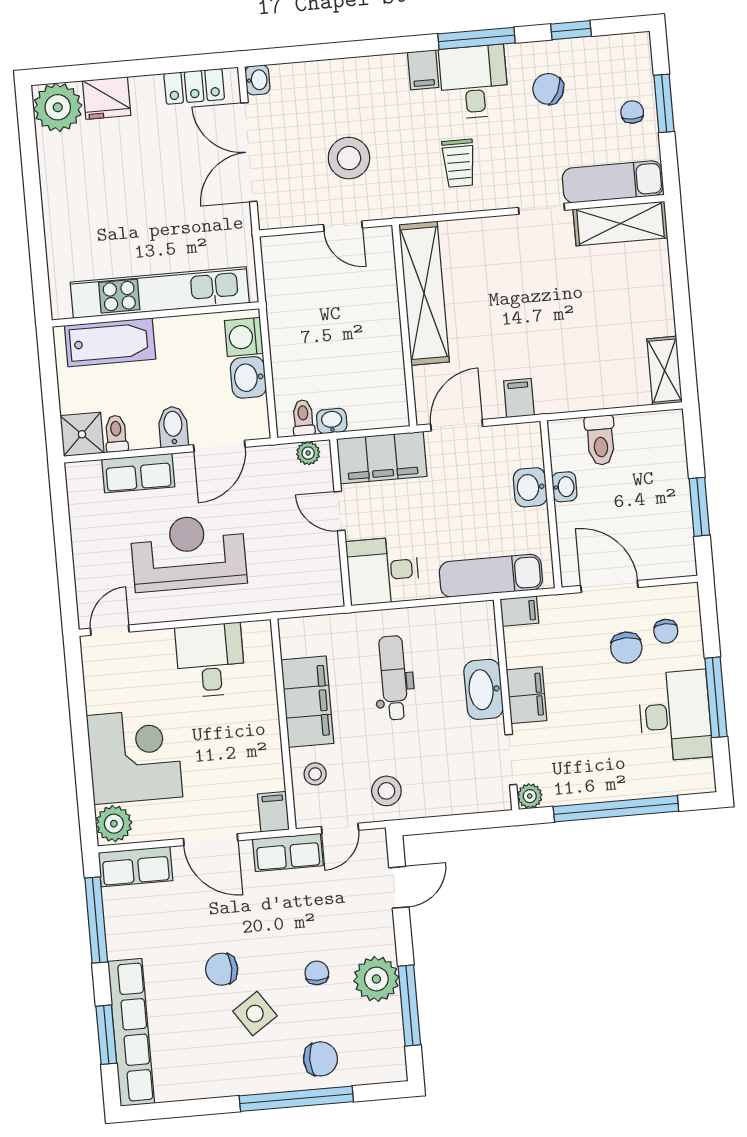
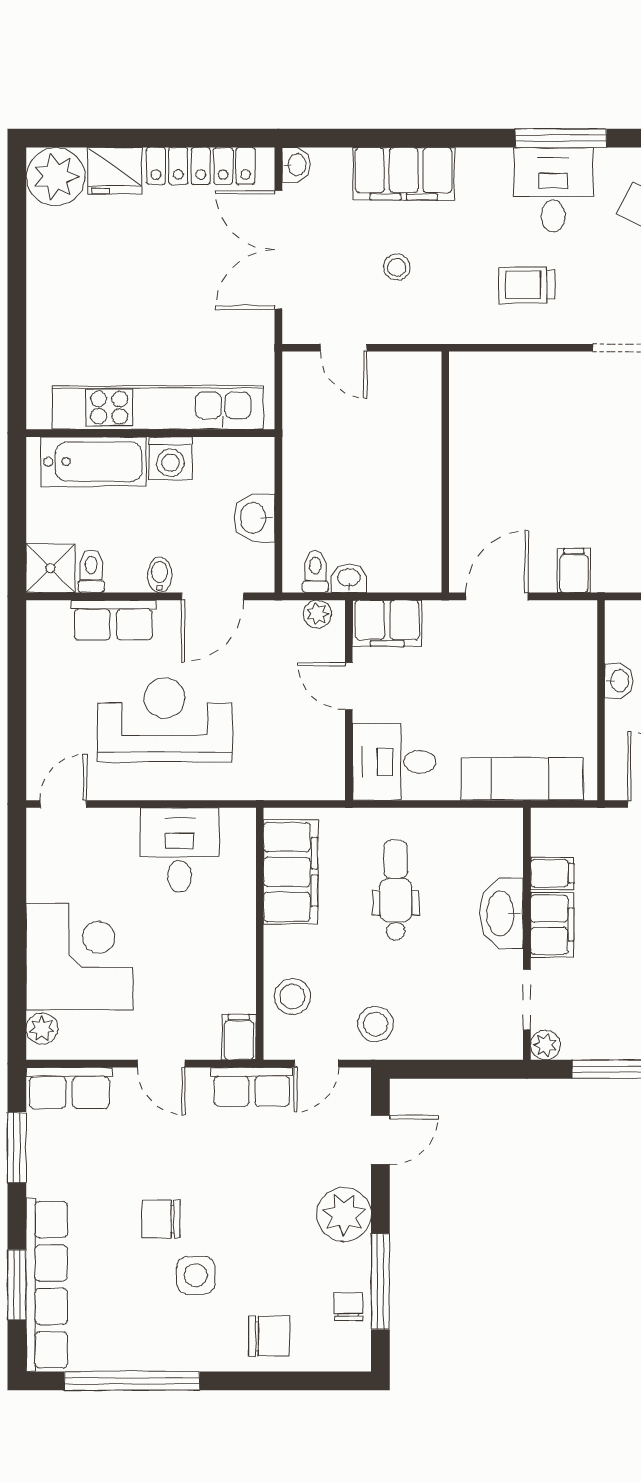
filing cabinet: (423, 70) -> (404, 174), moved, width x3.00, depth x1.17
locker: (194, 86) -> (201, 166), width x1.53
stool: (349, 158) -> (397, 267), width x0.53, depth x0.53
trolley: (459, 163) -> (527, 285), turned 90
door: (343, 226) -> (343, 348), moved
shelving: (424, 293) -> (472, 436), removed
washing machine: (244, 337) -> (171, 458), moved, turned -90
bidet: (173, 427) -> (160, 575), width x0.72, depth x0.74
filing cabinet: (382, 458) -> (387, 623), width x0.67, depth x0.86
washbasin: (530, 487) -> (578, 678), removed
filing cabinet: (519, 611) -> (552, 873), moved
filing cabinet: (307, 702) -> (291, 872), moved
stool: (315, 774) -> (292, 996), width x1.37, depth x1.37
plant: (114, 824) -> (42, 1029), width x0.73, depth x0.73
door: (211, 840) -> (161, 1064), width x0.73
window: (96, 920) -> (17, 1147), width x0.69
chair: (317, 973) -> (349, 1307), moved
plant: (376, 979) -> (344, 1215), moved
side table: (255, 1014) -> (196, 1275), turned 34
window: (296, 1099) -> (132, 1381), moved

